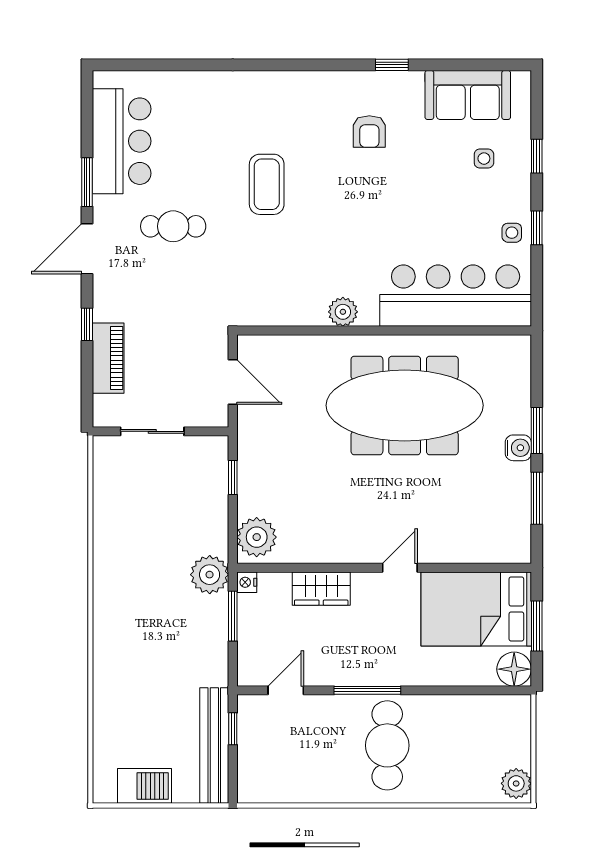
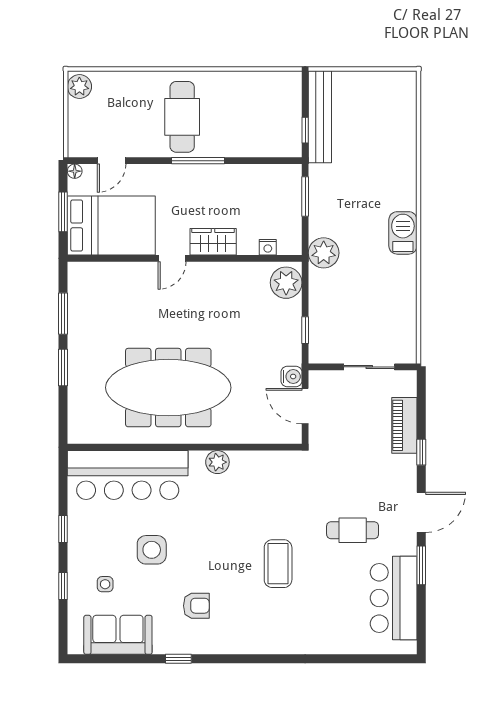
armchair: (369, 132) -> (196, 606), turned 90
side table: (512, 233) -> (152, 550), moved, width x1.87, depth x1.87
water cooler: (518, 448) -> (292, 376), moved, turned 180
nightstand: (247, 582) -> (268, 247), moved, turned 90
wardrobe: (321, 589) -> (213, 242), moved
window: (233, 616) -> (305, 196), moved
floor lamp: (514, 669) -> (75, 171), width x0.53, depth x0.53
door: (286, 690) -> (112, 161), moved
barbecue: (145, 786) -> (403, 233), moved, turned 90

